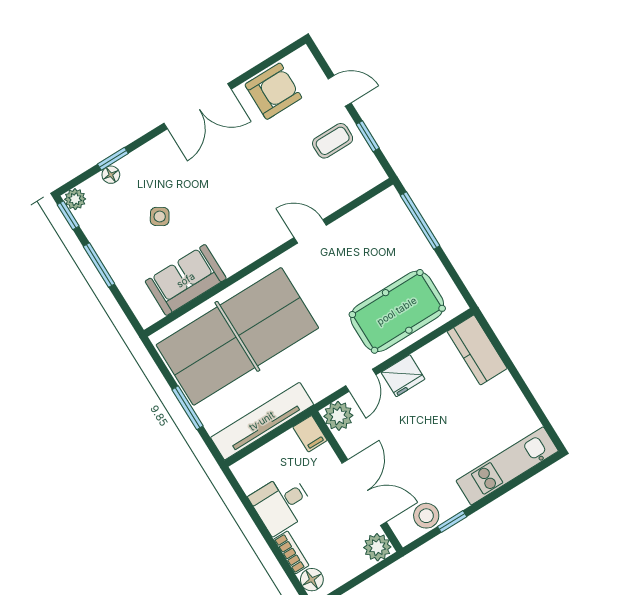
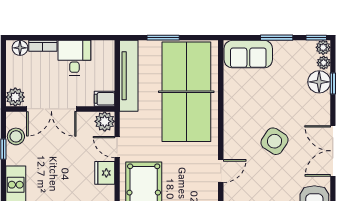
floor lamp: (111, 175) -> (319, 82), width x1.89, depth x1.89
plant: (94, 187) -> (324, 63), added
side table: (160, 217) -> (275, 141), moved, width x1.87, depth x1.87
sofa: (186, 280) -> (248, 54), moved, turned 90

